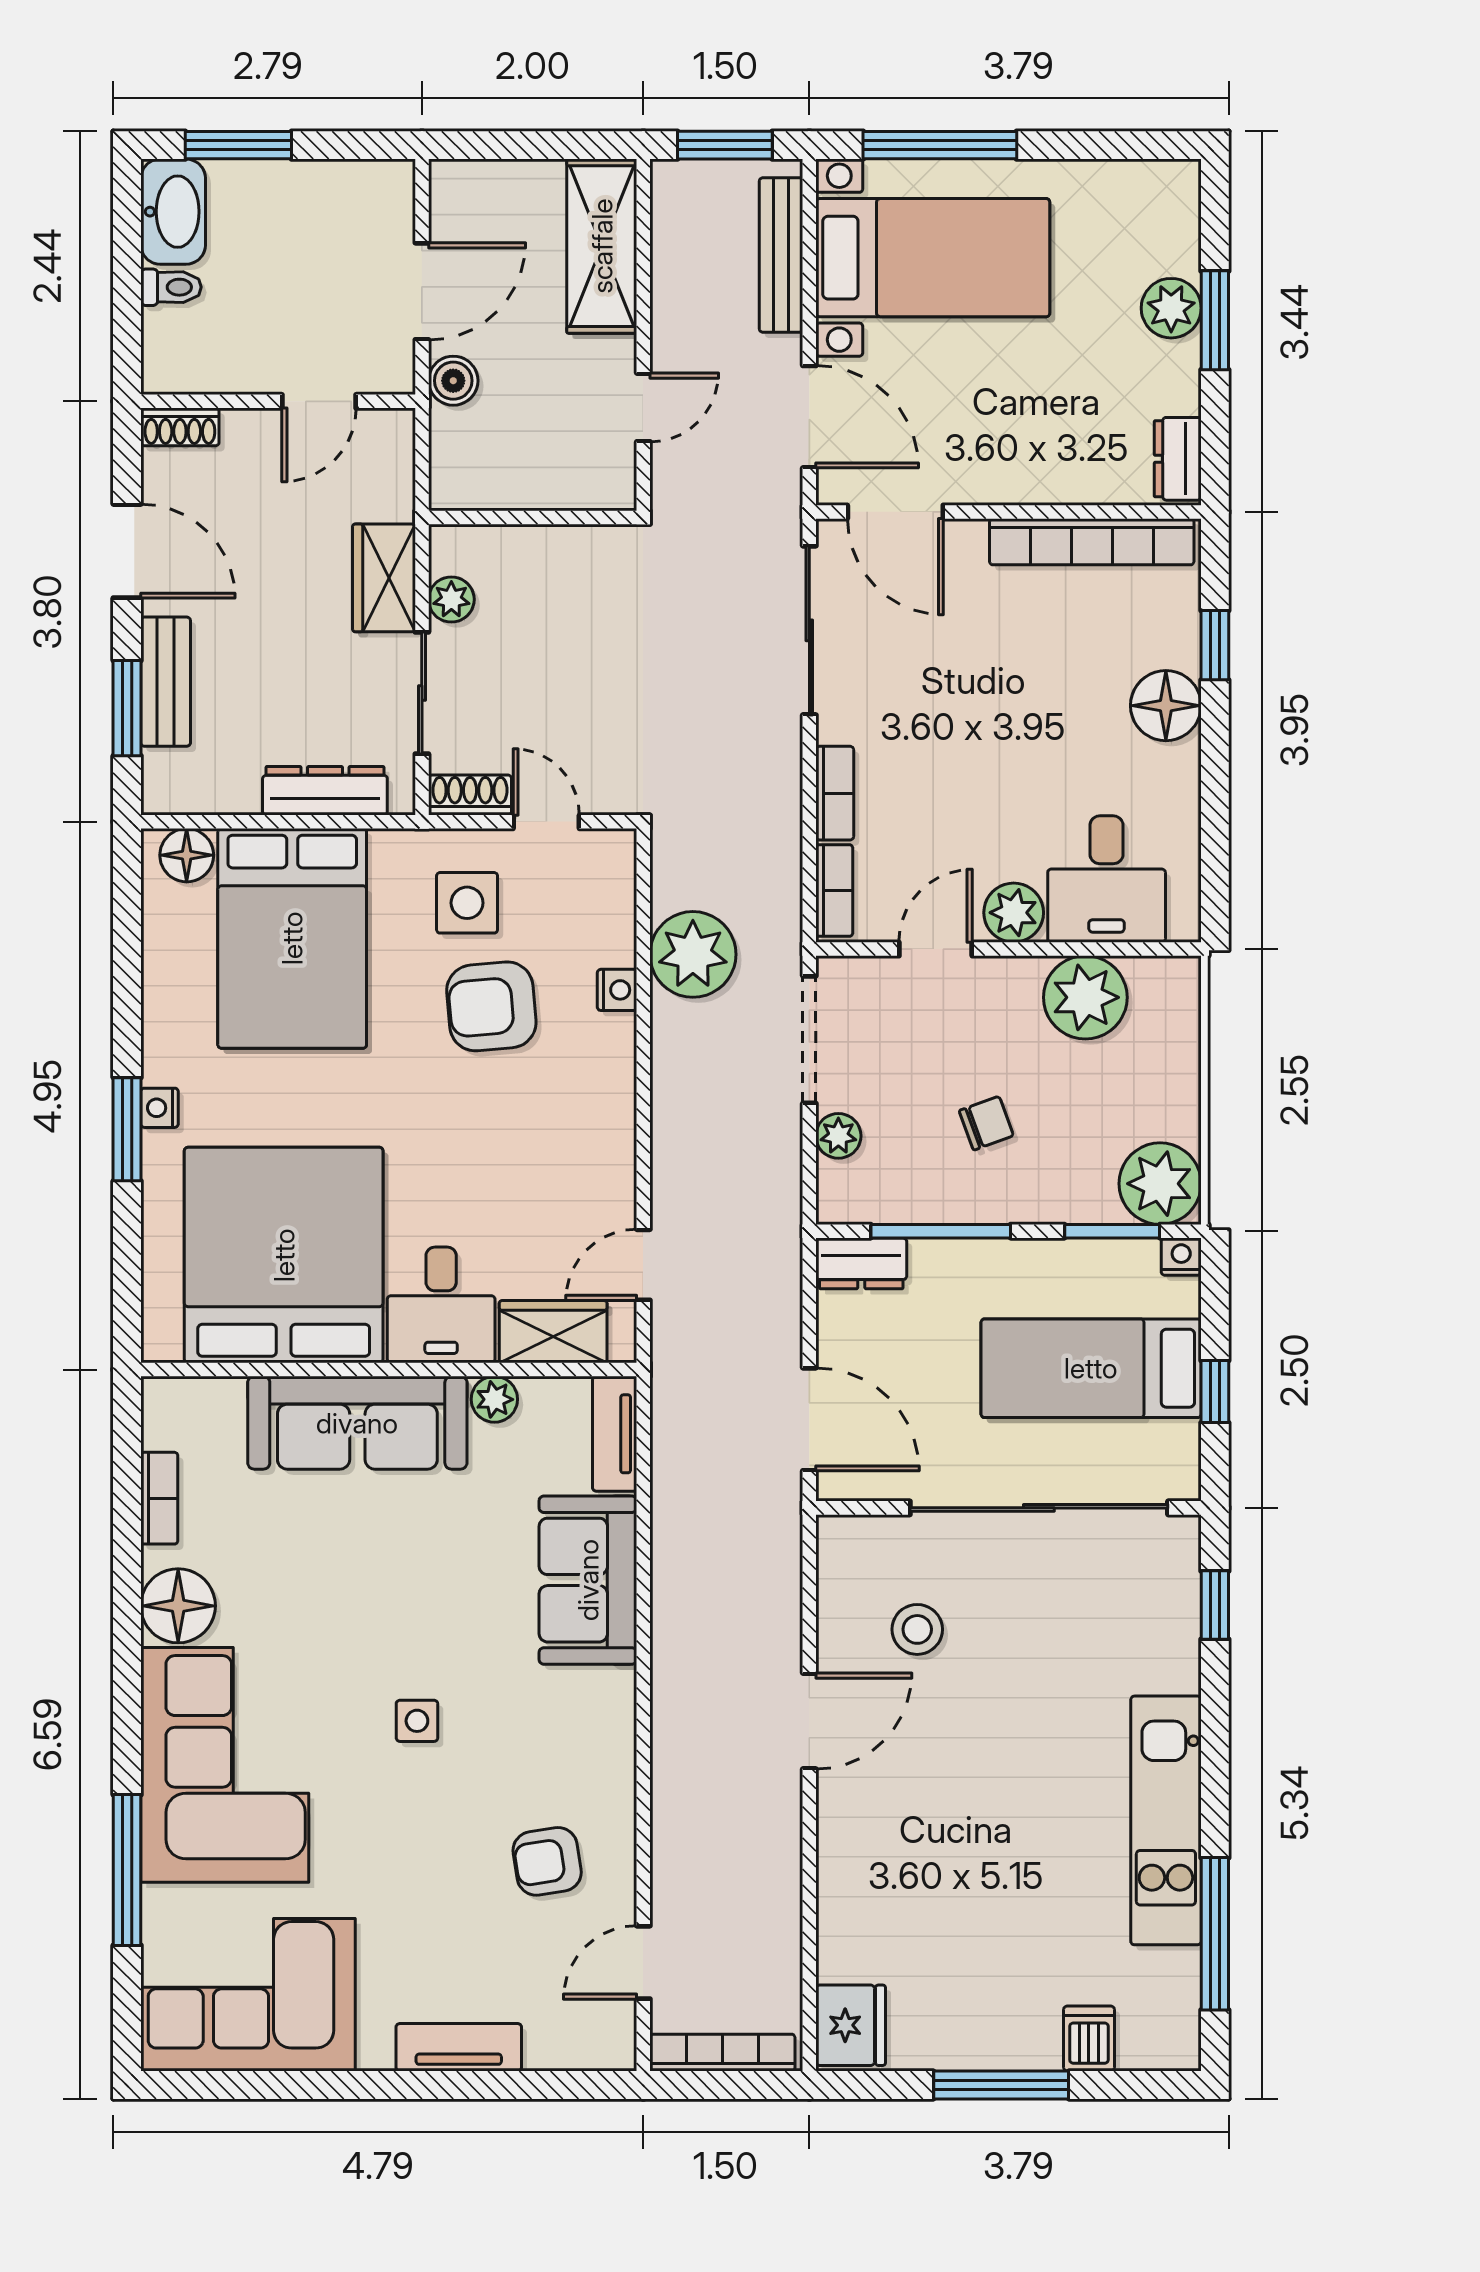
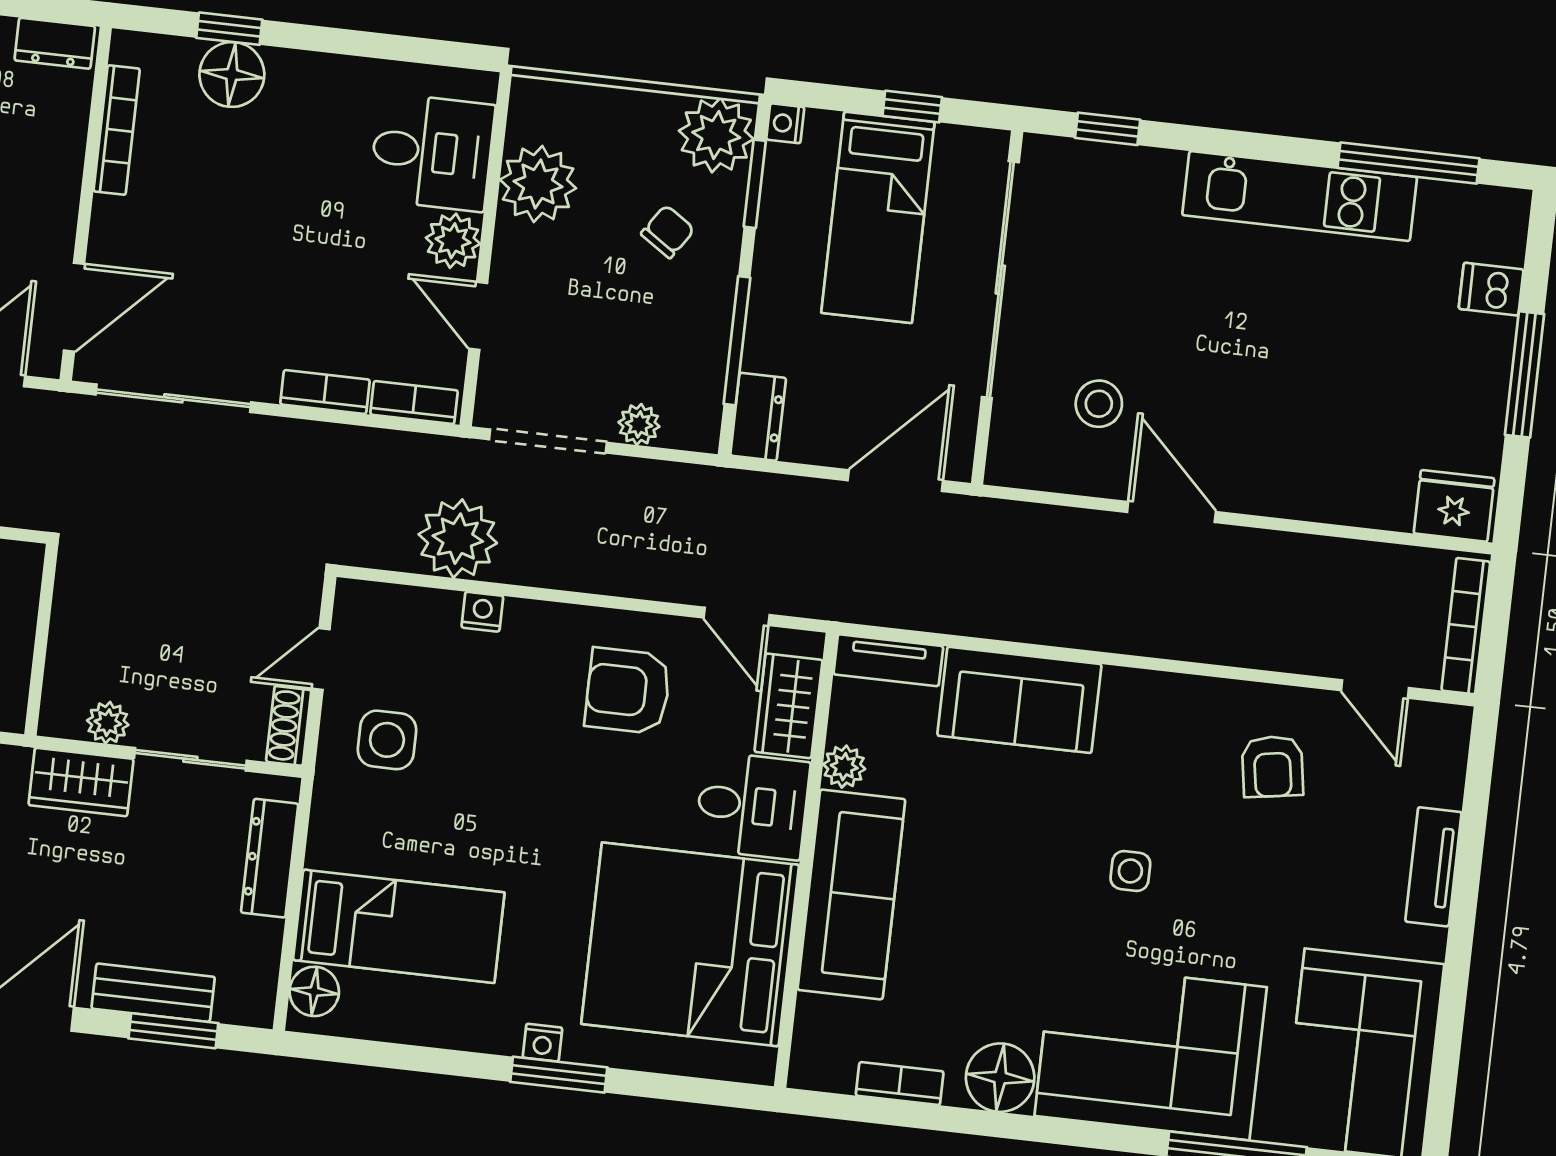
bookcase: (1092, 542) -> (117, 130), width x0.68, depth x0.76
floor lamp: (1166, 706) -> (232, 74), moved
bed: (292, 938) -> (399, 926), width x0.67
armchair: (491, 1006) -> (628, 691), moved, turned 95
chair: (986, 1123) -> (668, 232), moved, turned 54

